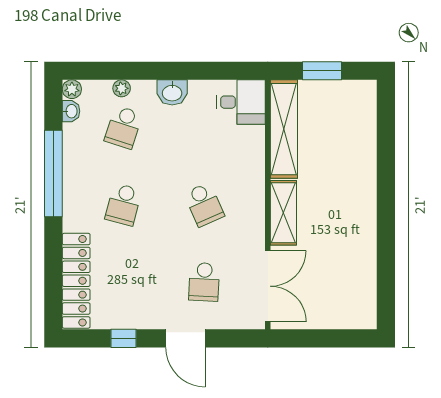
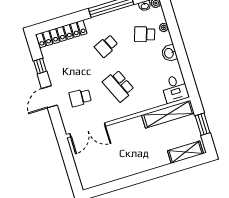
school desk: (123, 205) -> (106, 46), turned -39
school desk: (204, 205) -> (118, 86), width x1.85
shelving: (283, 213) -> (185, 152), moved

